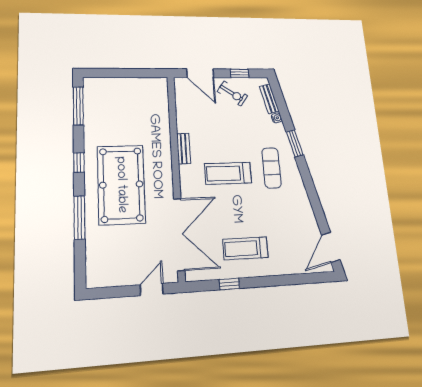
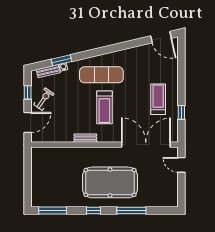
window: (295, 143) -> (61, 60), moved
exercise mat: (272, 168) -> (101, 75), width x1.36, depth x1.45
treadmill: (245, 248) -> (158, 99), turned 180

